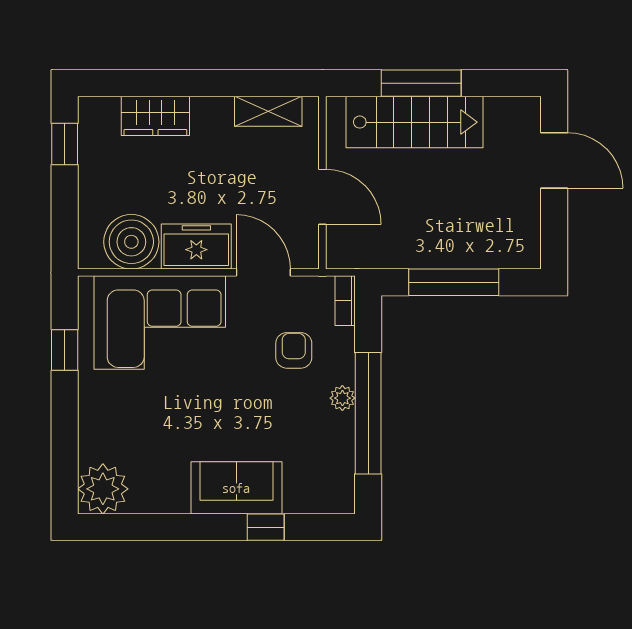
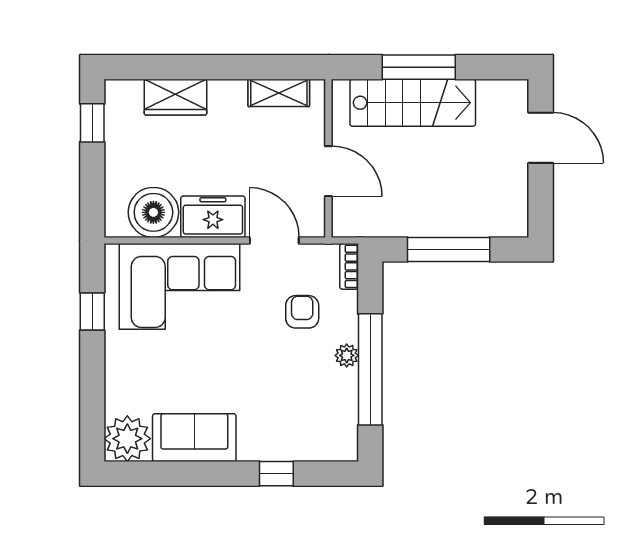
sofa: (236, 488) -> (194, 438), moved

